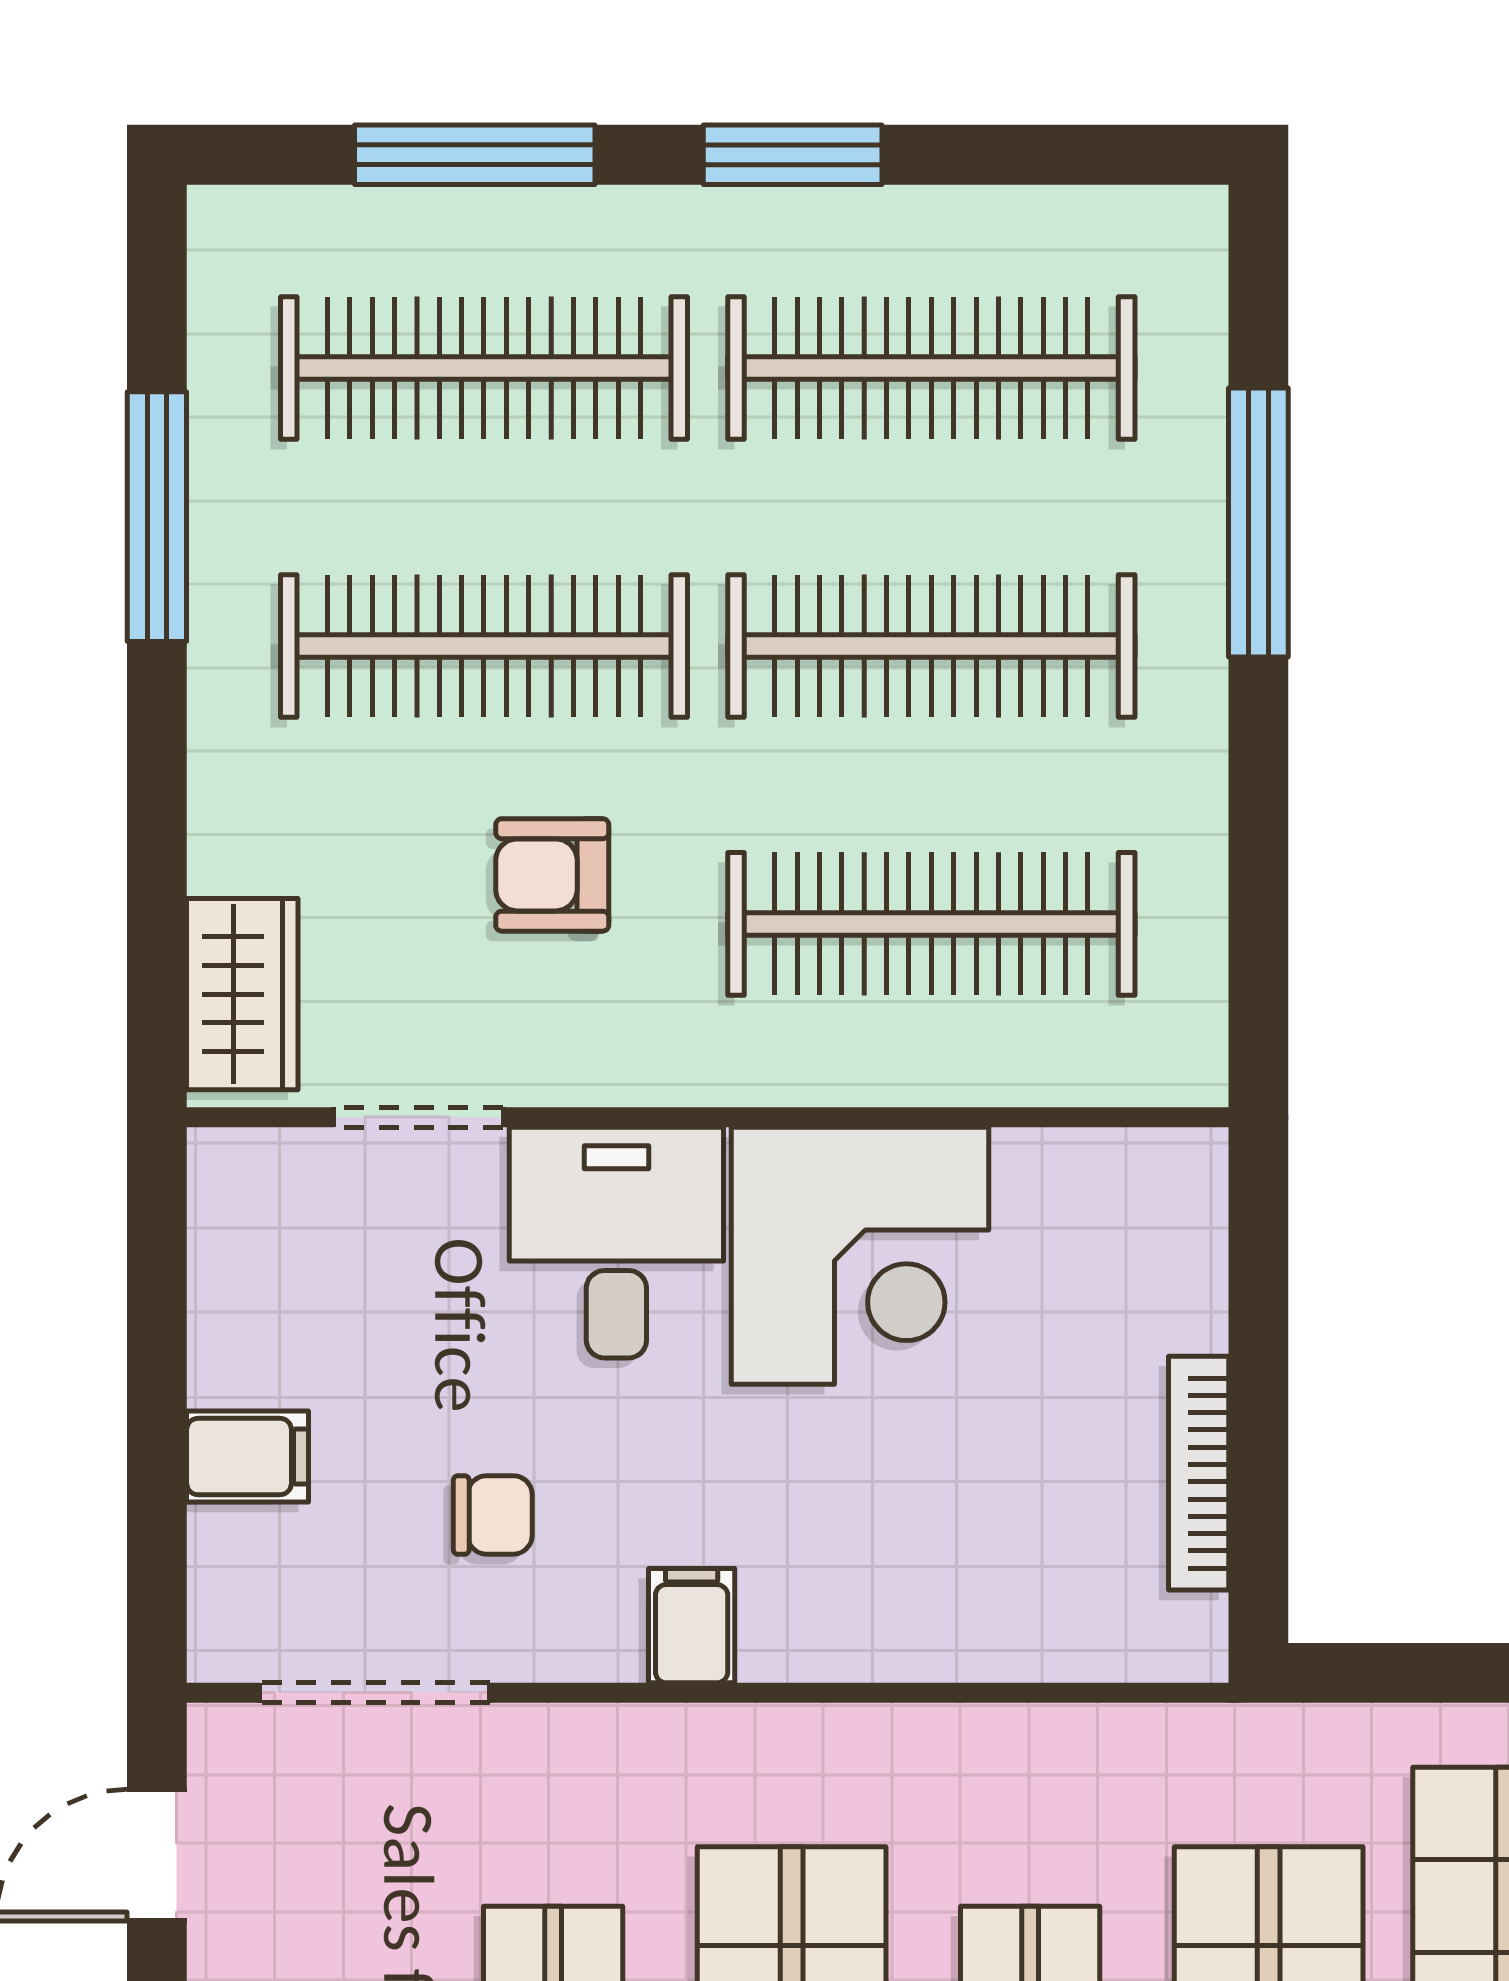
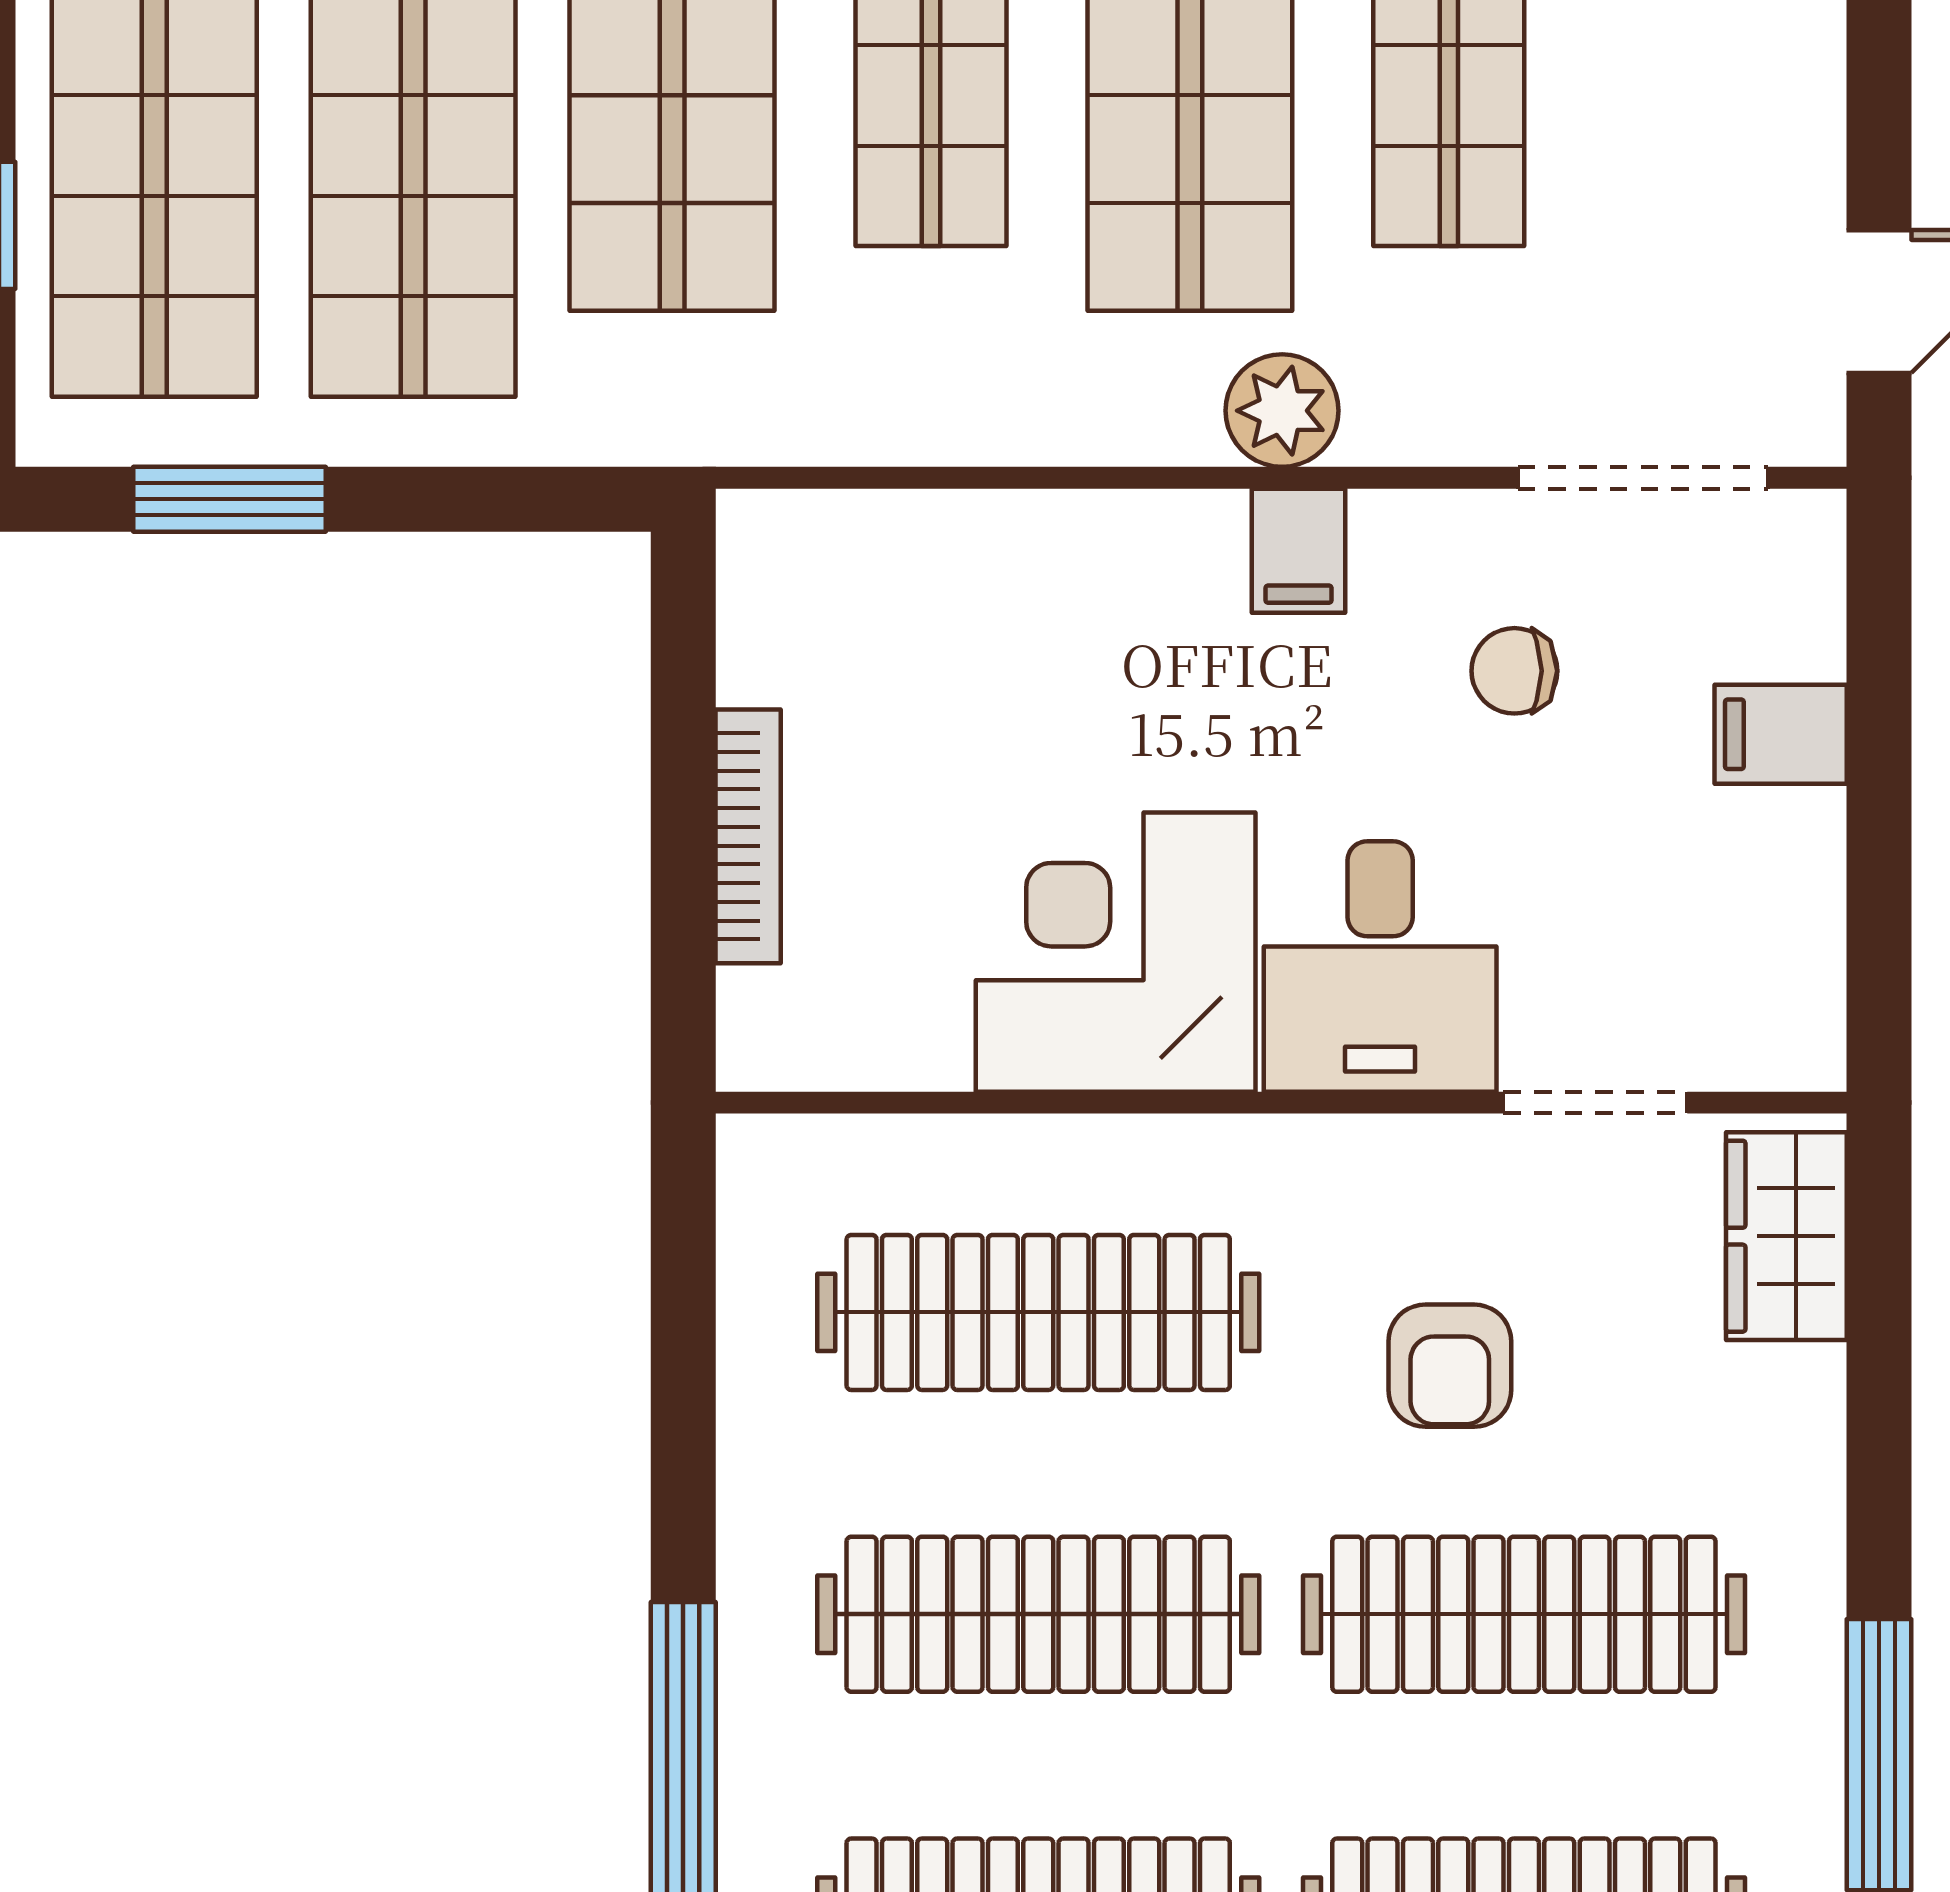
armchair: (552, 875) -> (1450, 1366), turned 90
bookcase: (1199, 1473) -> (748, 836), moved
plant: (707, 1755) -> (1282, 411), added

